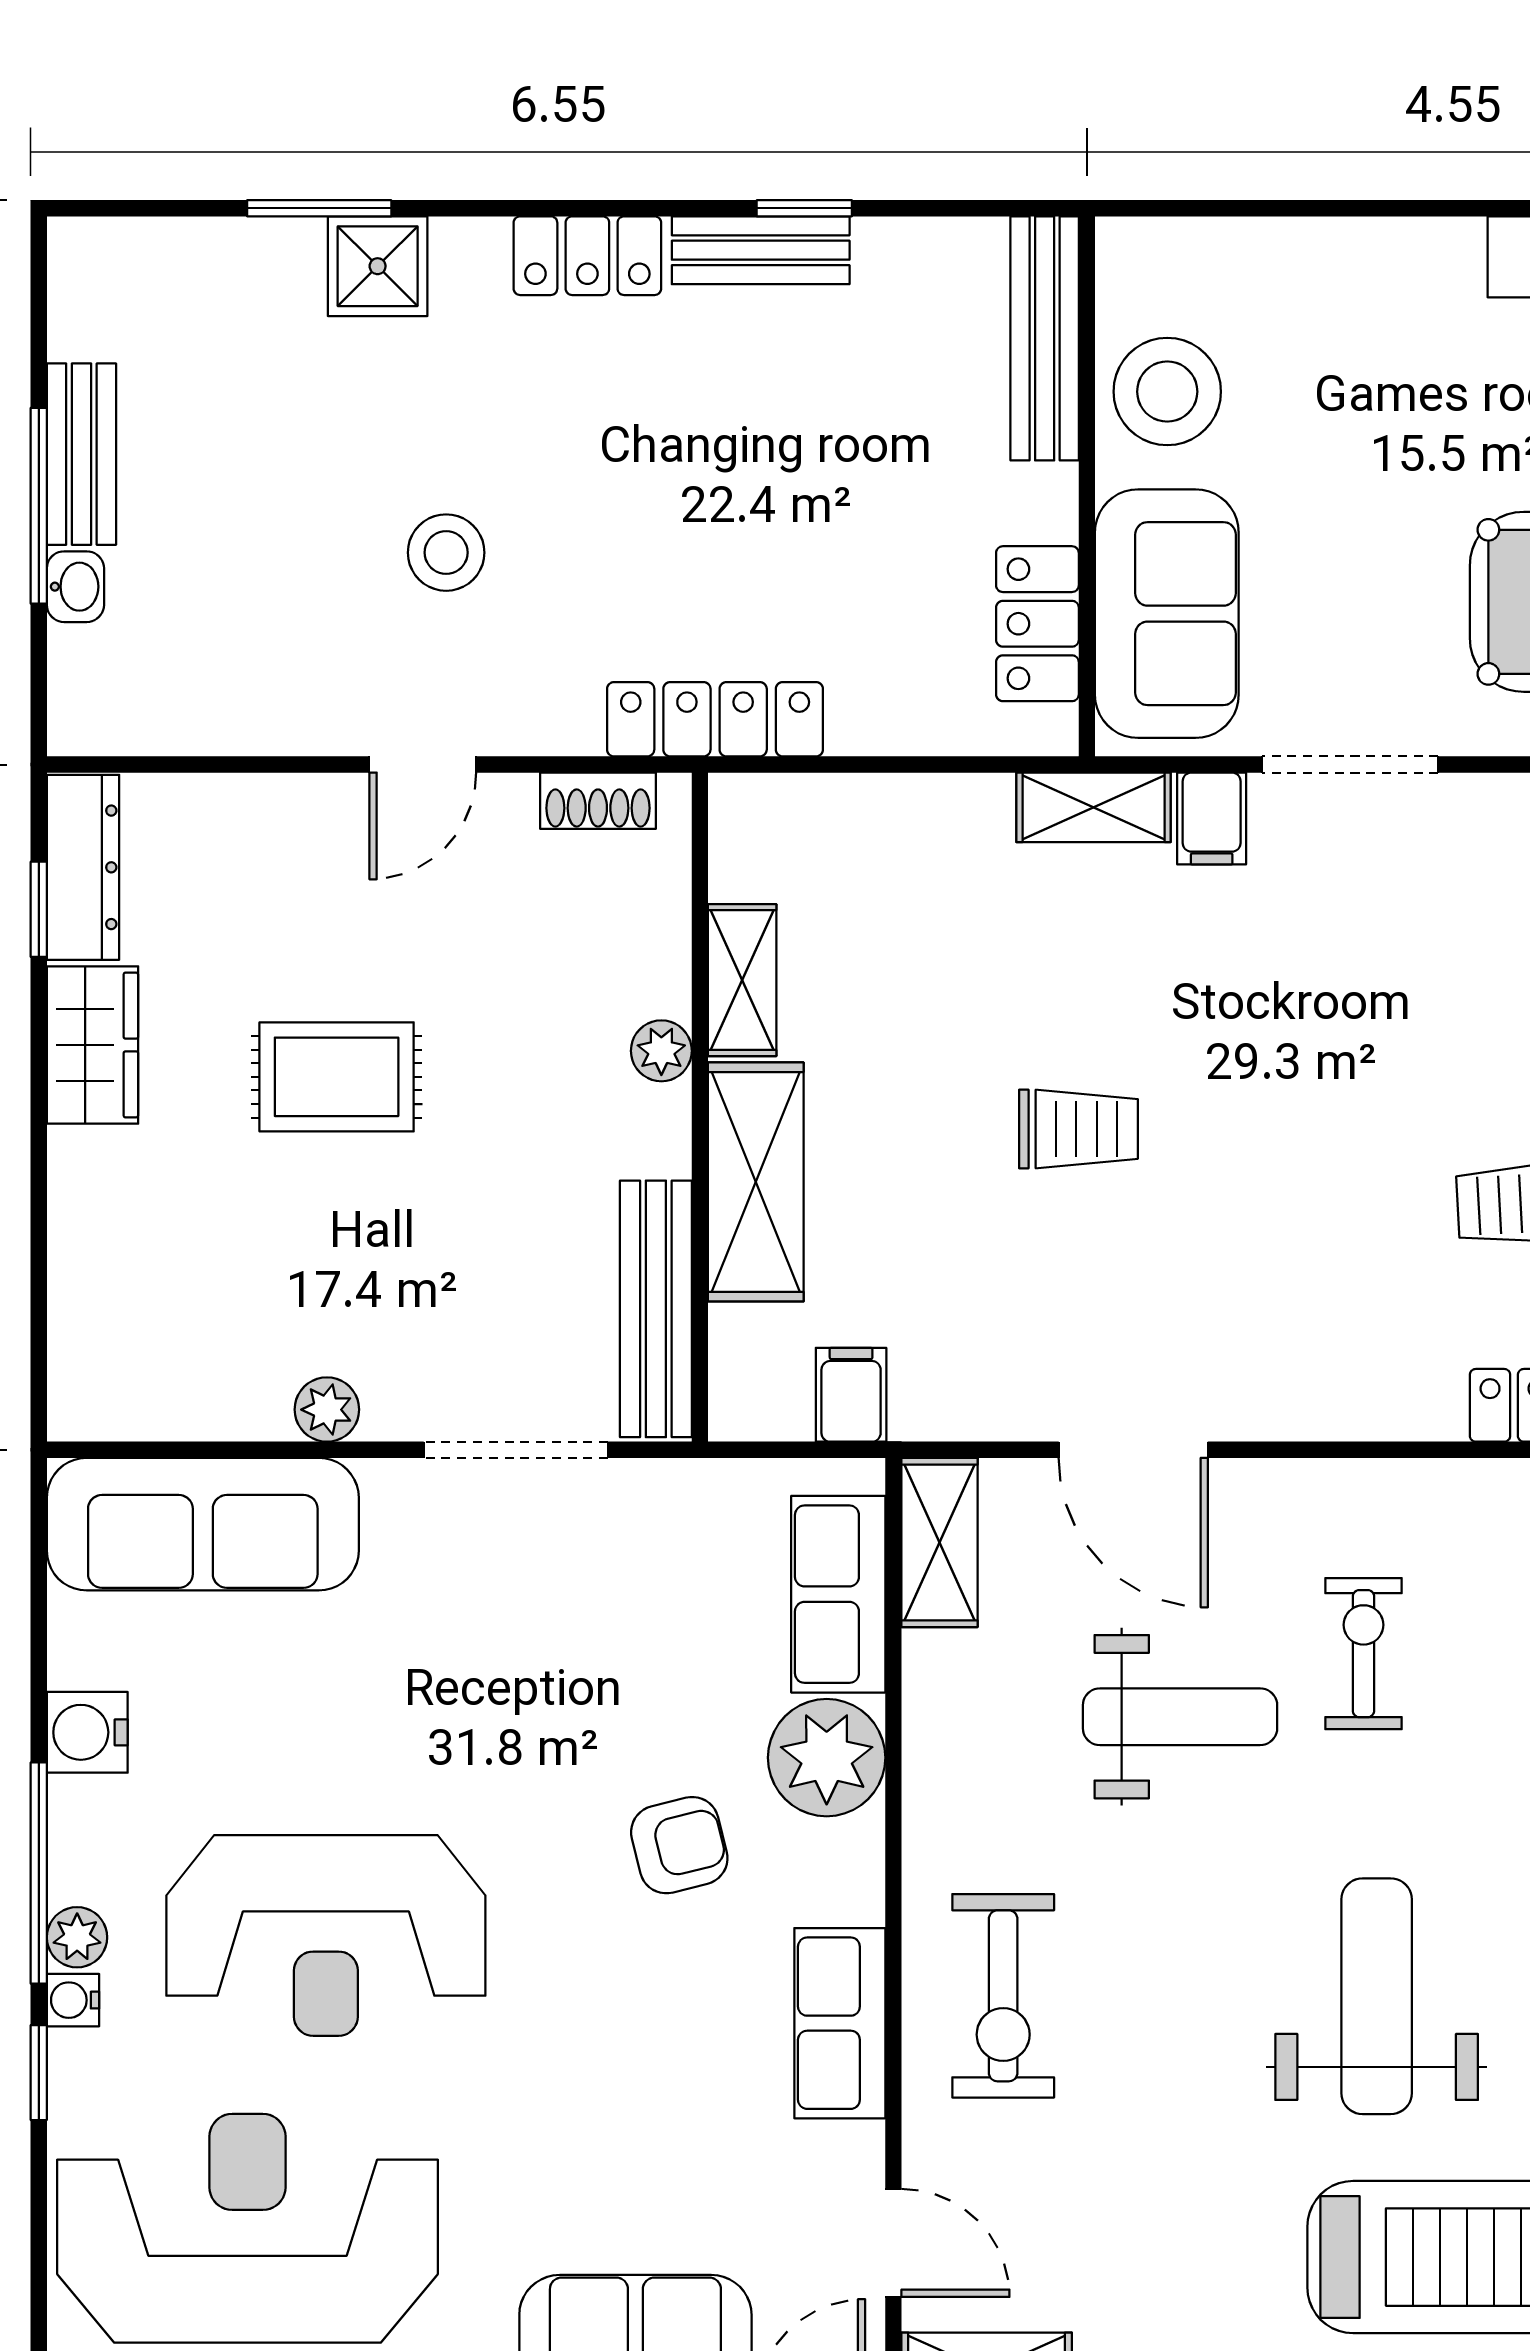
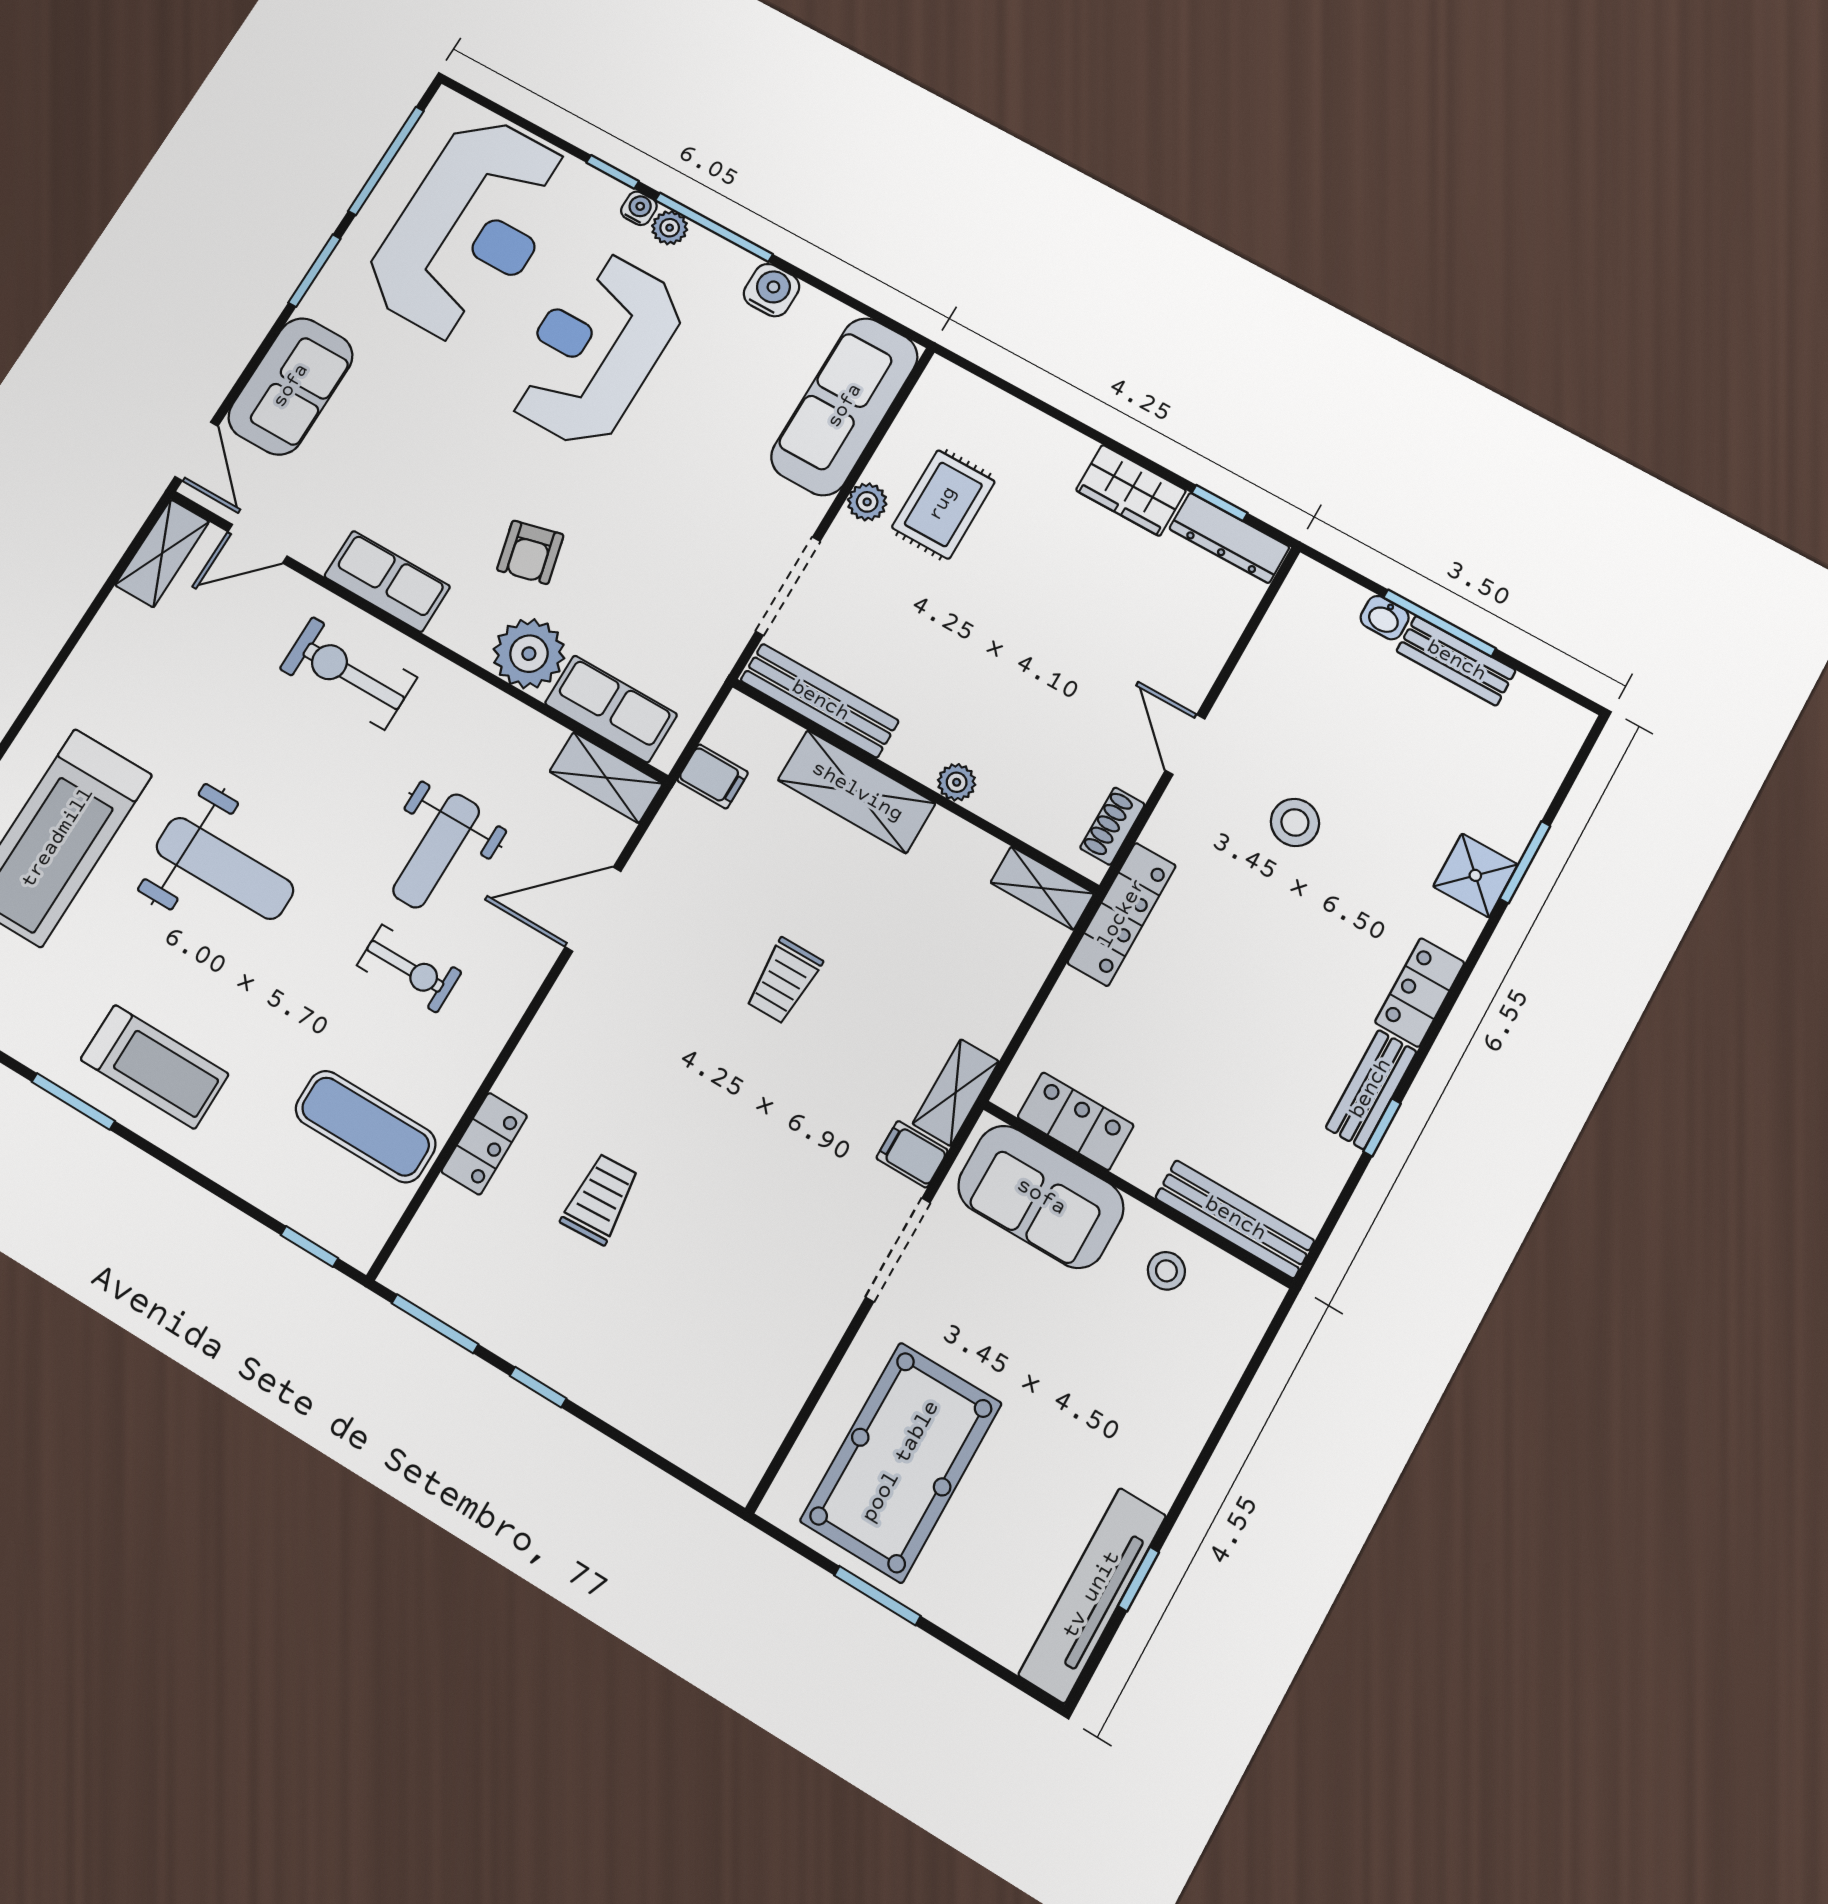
stool: (1167, 392) -> (1166, 1271), width x0.53, depth x0.53
shelving: (742, 980) -> (1042, 888), moved
rug: (337, 1077) -> (943, 504), moved

